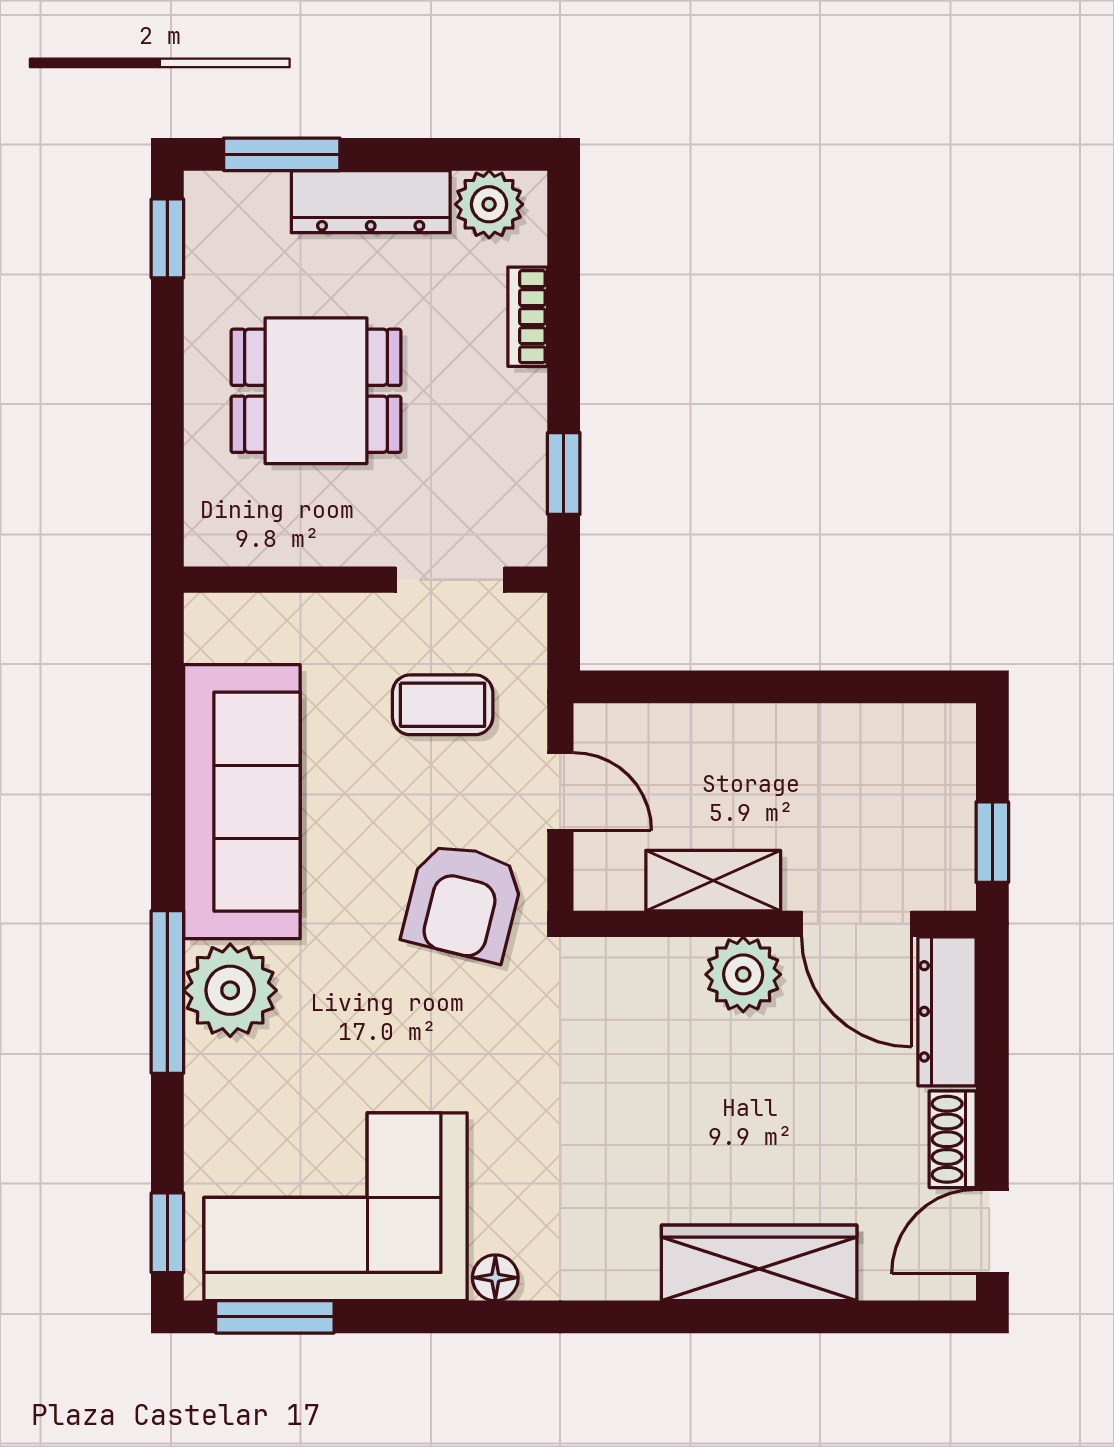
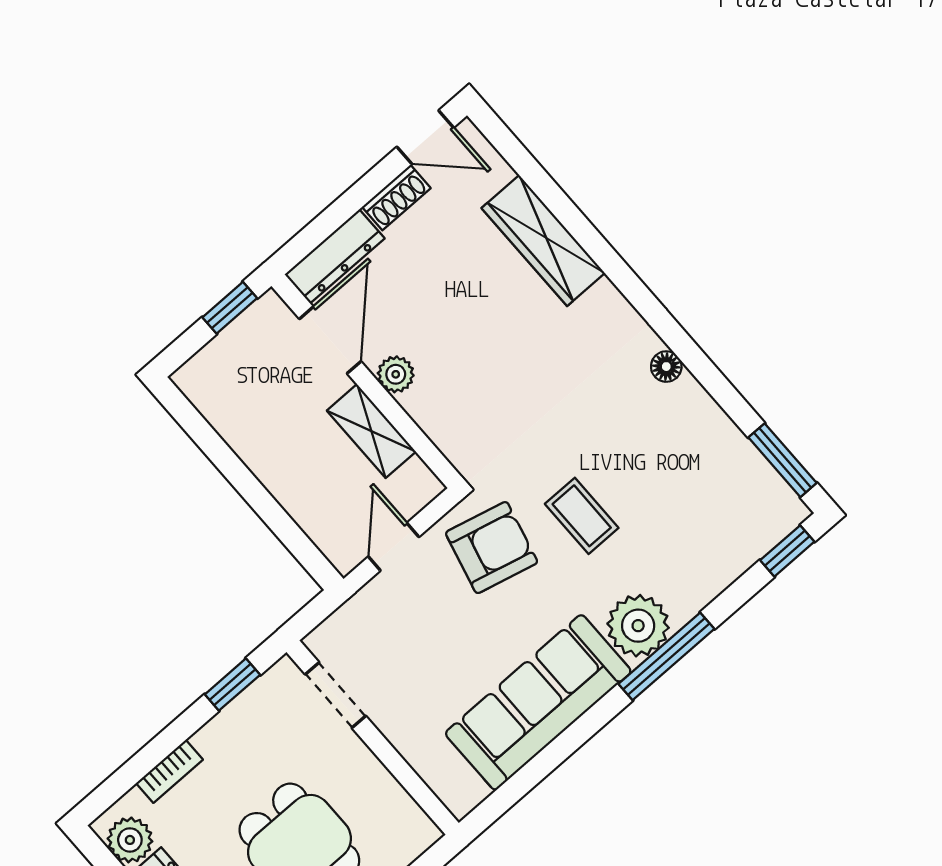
coffee table: (443, 705) -> (582, 516), moved
plant: (743, 974) -> (396, 374), width x0.73, depth x0.73
corner sofa: (336, 1207) -> (701, 478), removed

